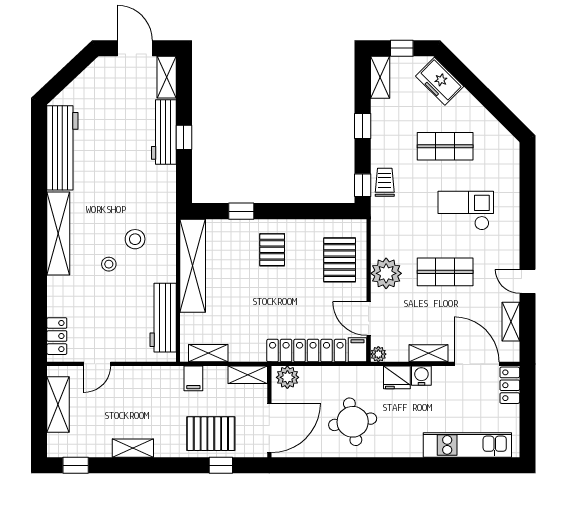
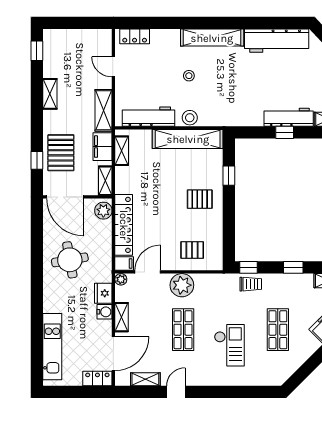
stool: (135, 239) -> (190, 118), moved
pallet: (340, 260) -> (192, 250), width x0.67, depth x0.71
filing cabinet: (193, 378) -> (103, 147), width x2.00
shelving: (58, 405) -> (104, 110), moved, turned 90

